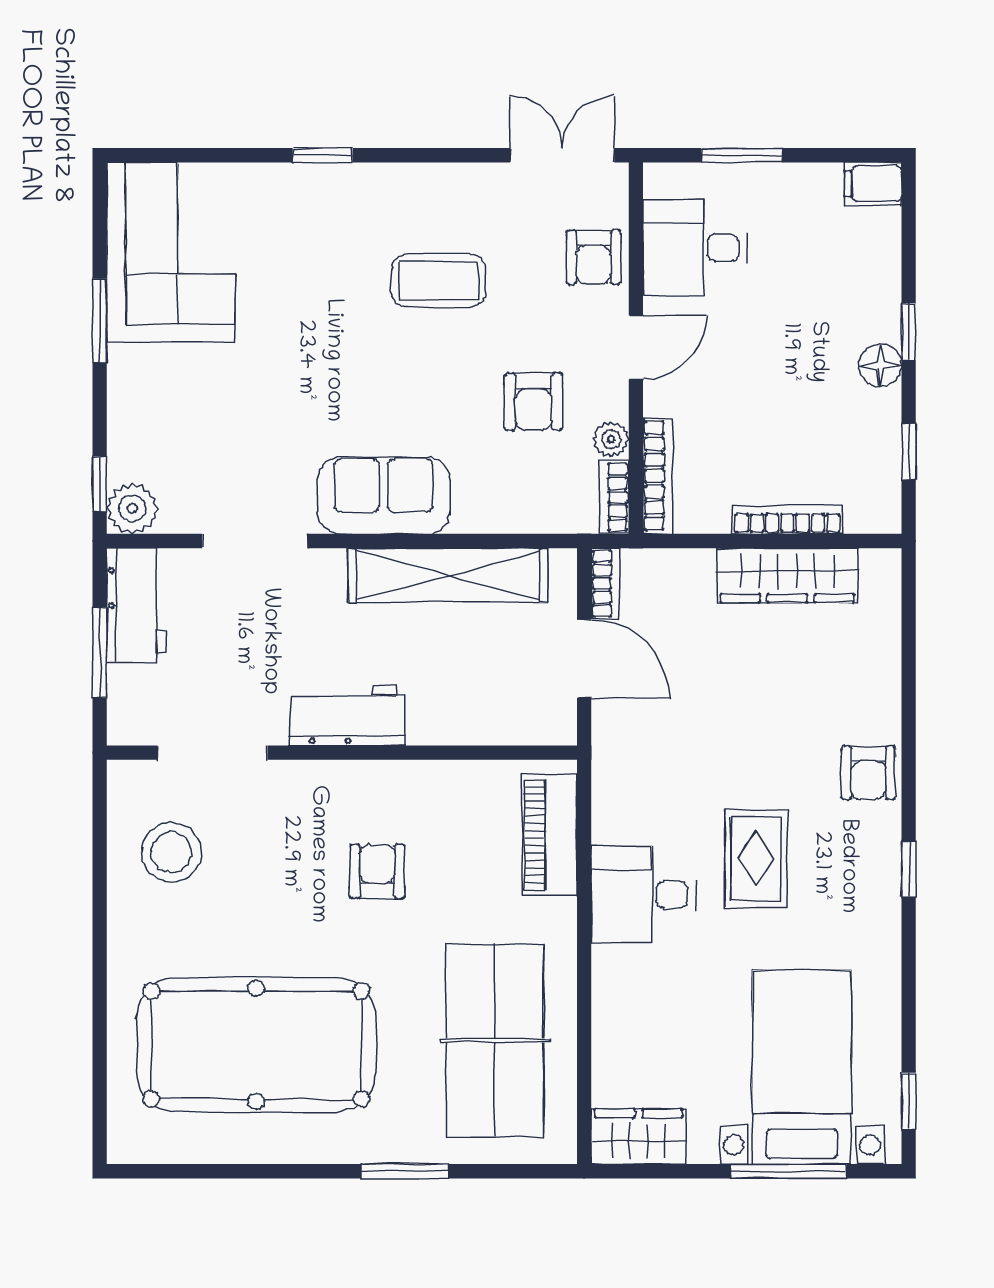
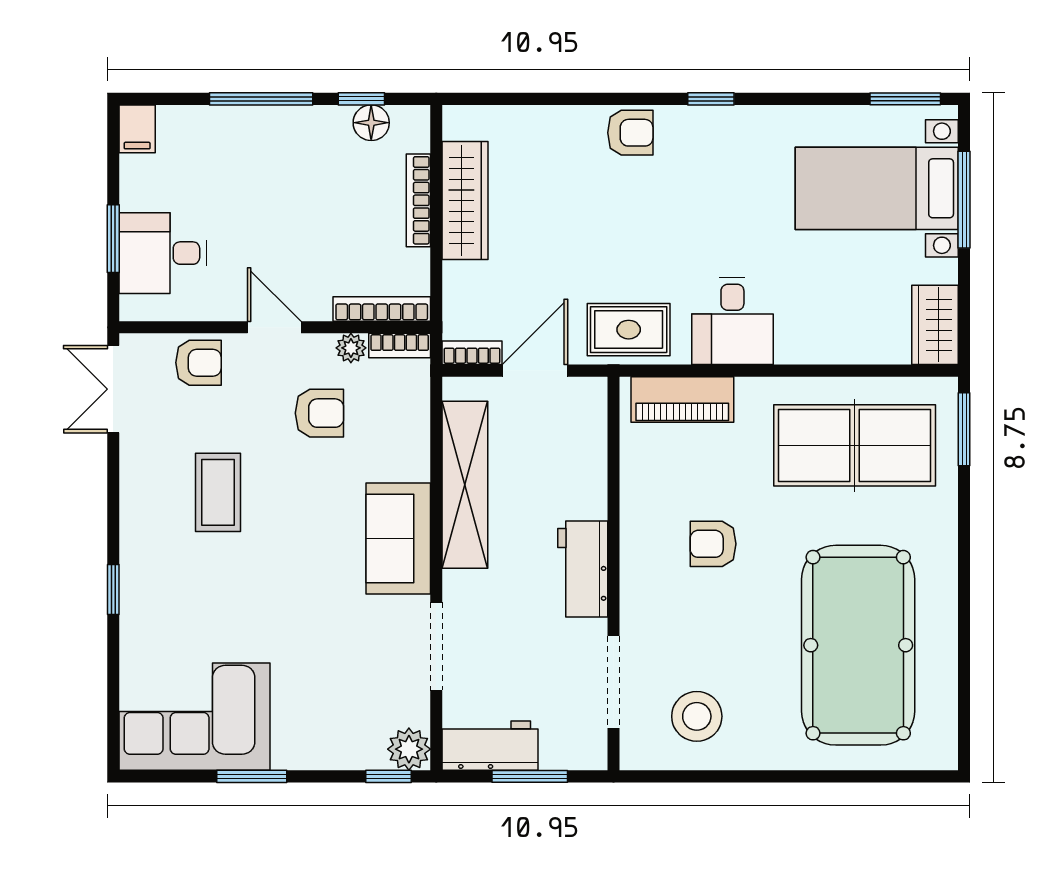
desk: (695, 248) -> (163, 253), moved, turned 90
window: (909, 332) -> (261, 99), width x2.17
floor lamp: (880, 365) -> (371, 123), moved
rug: (756, 859) -> (629, 330), moved
window: (909, 1101) -> (905, 99), width x1.50
window: (405, 1171) -> (964, 429), moved

